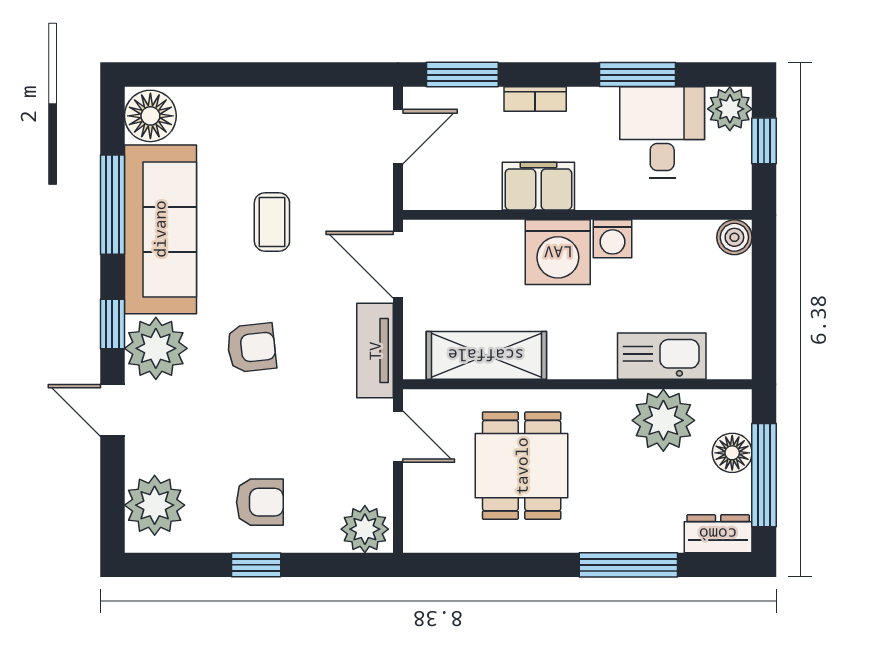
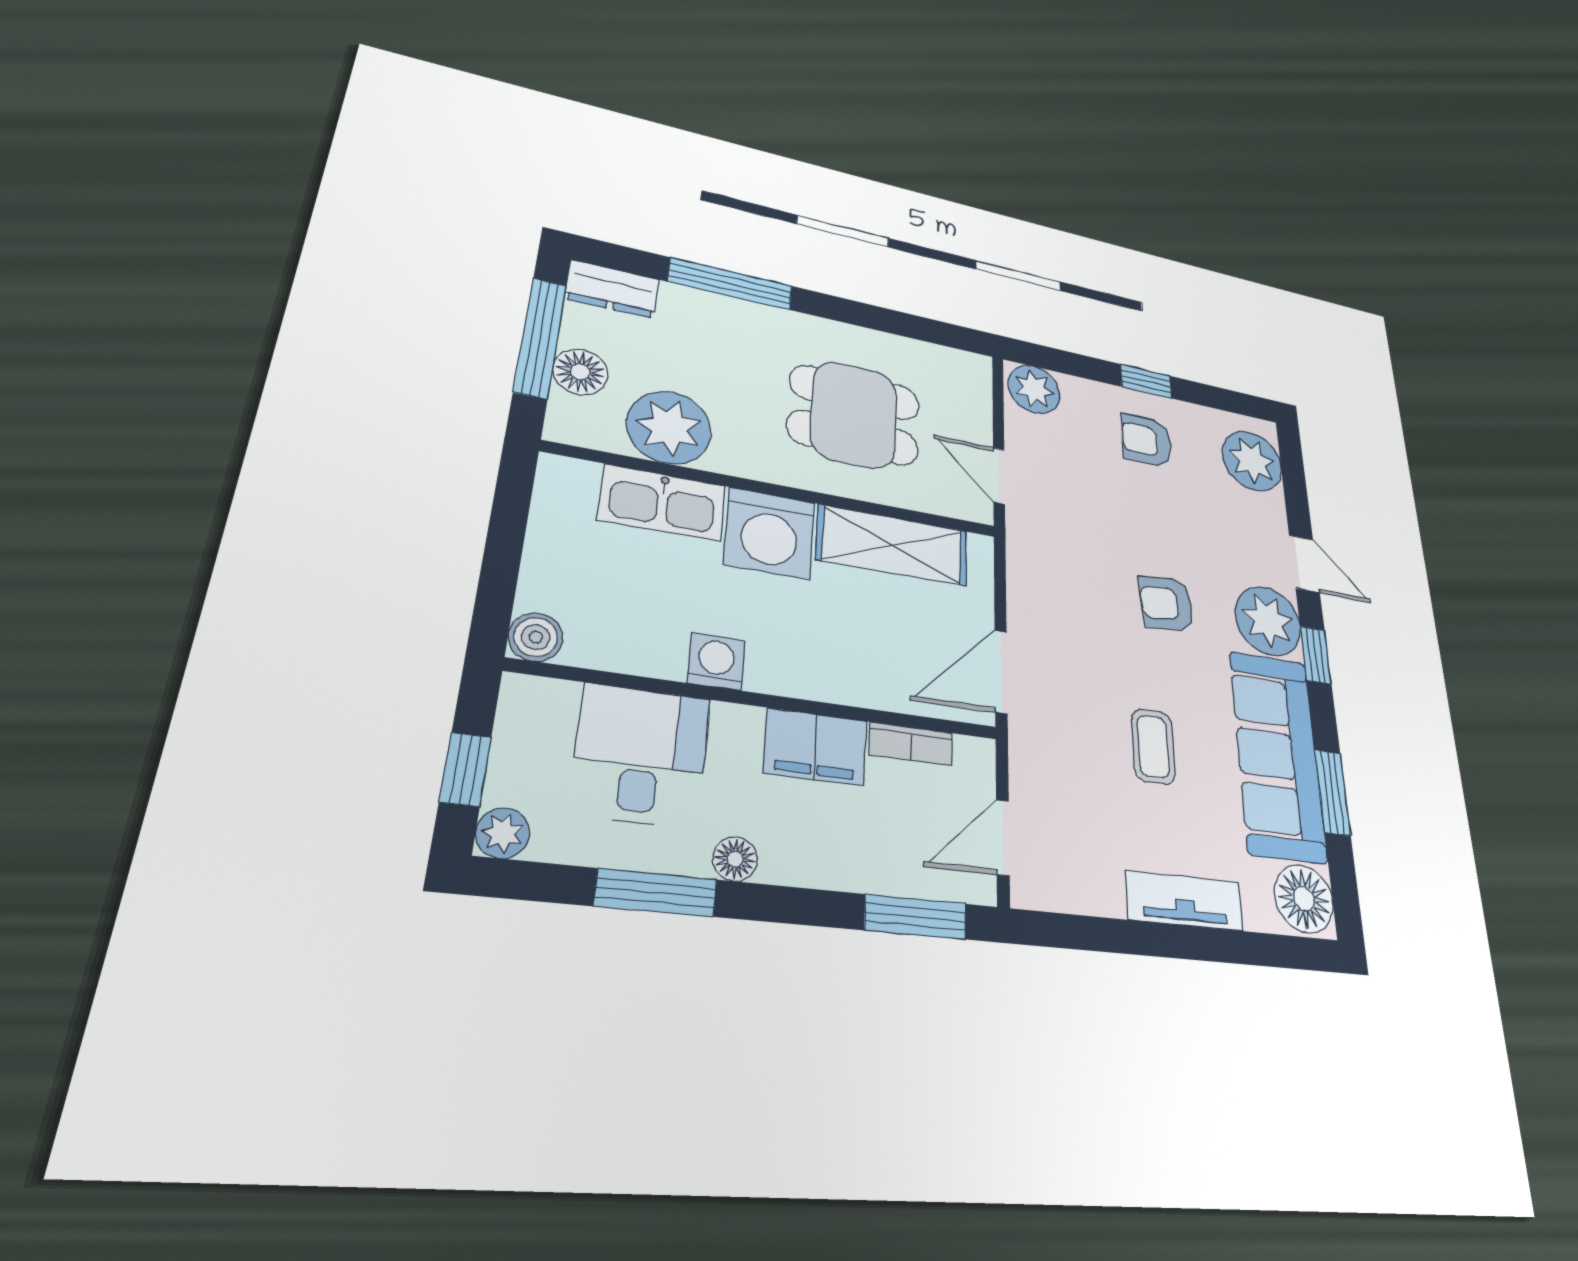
bookcase: (535, 99) -> (911, 744), moved, turned 180
floor lamp: (589, 101) -> (735, 859), added
plant: (730, 109) -> (503, 833), width x0.73, depth x0.73
desk: (662, 132) -> (641, 755), moved, turned 180
window: (112, 205) -> (1333, 792), width x0.69
washing machine: (558, 252) -> (769, 533), moved, turned 180
door: (398, 265) -> (1001, 672), swing flipped
tv unit: (375, 351) -> (1185, 901), moved, turned -90
dining table: (522, 466) -> (854, 415), turned 90

